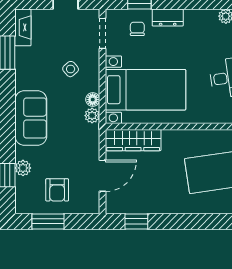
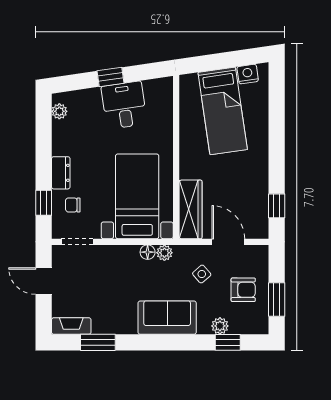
side table: (71, 69) -> (202, 274), moved

